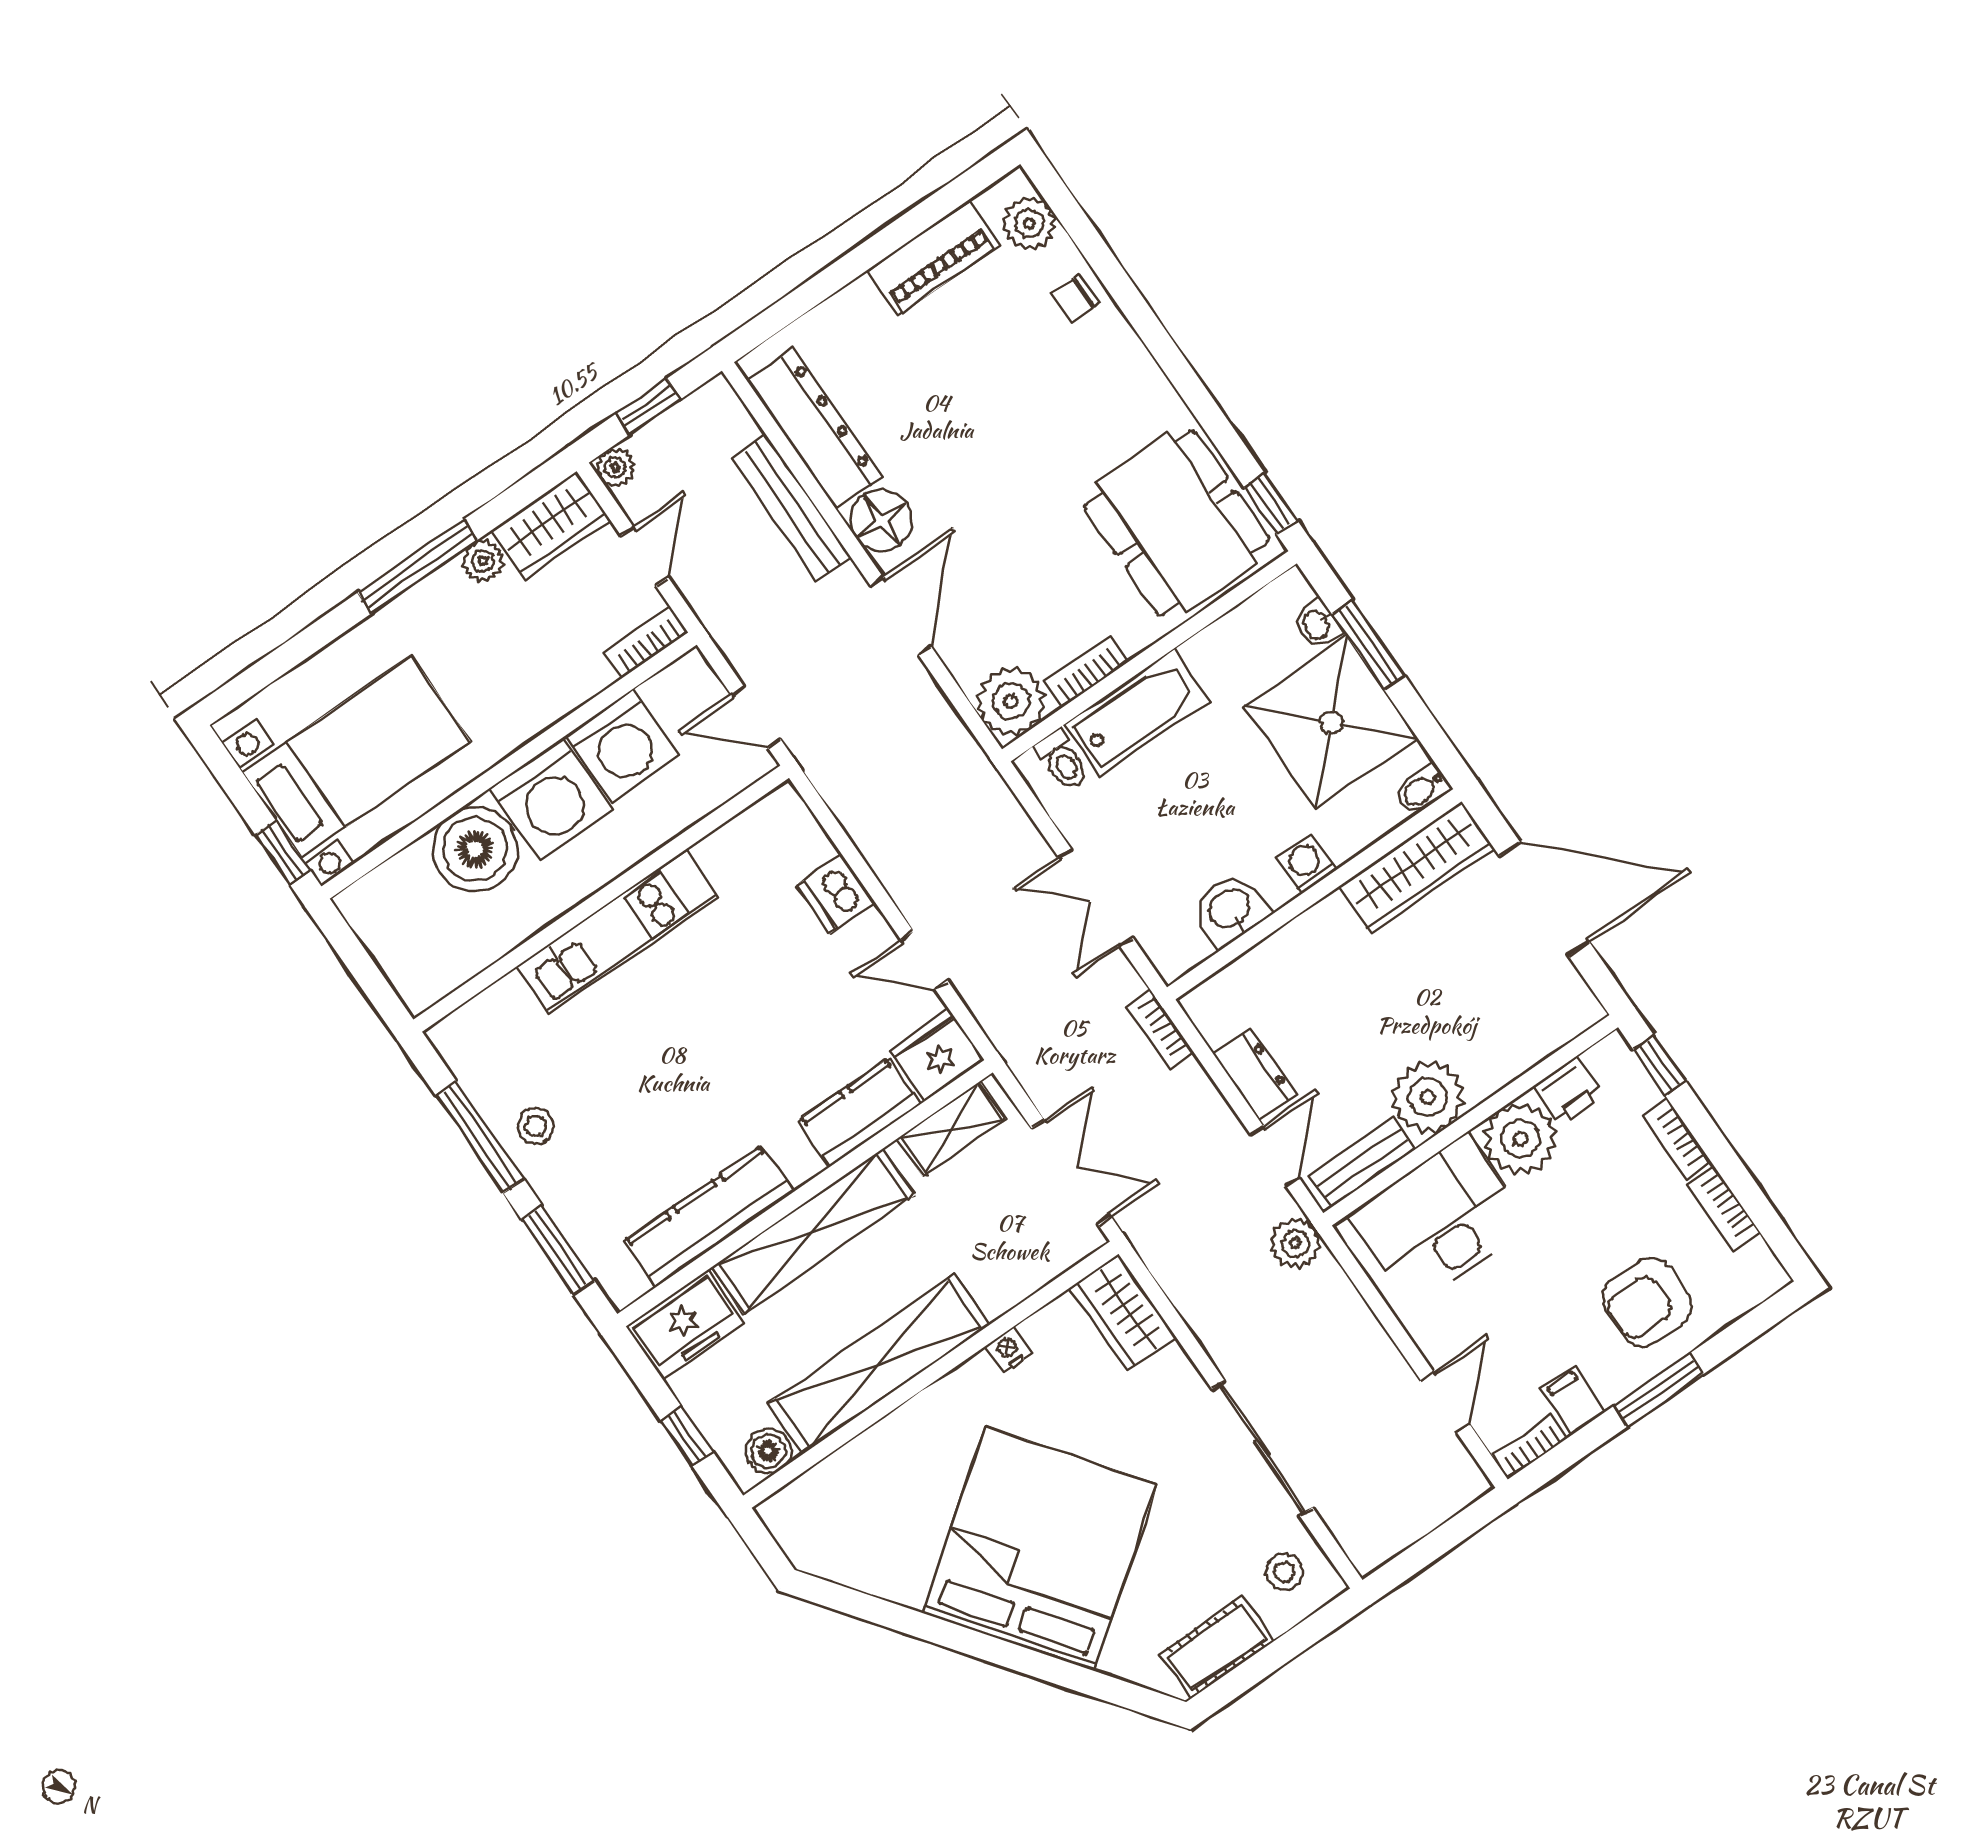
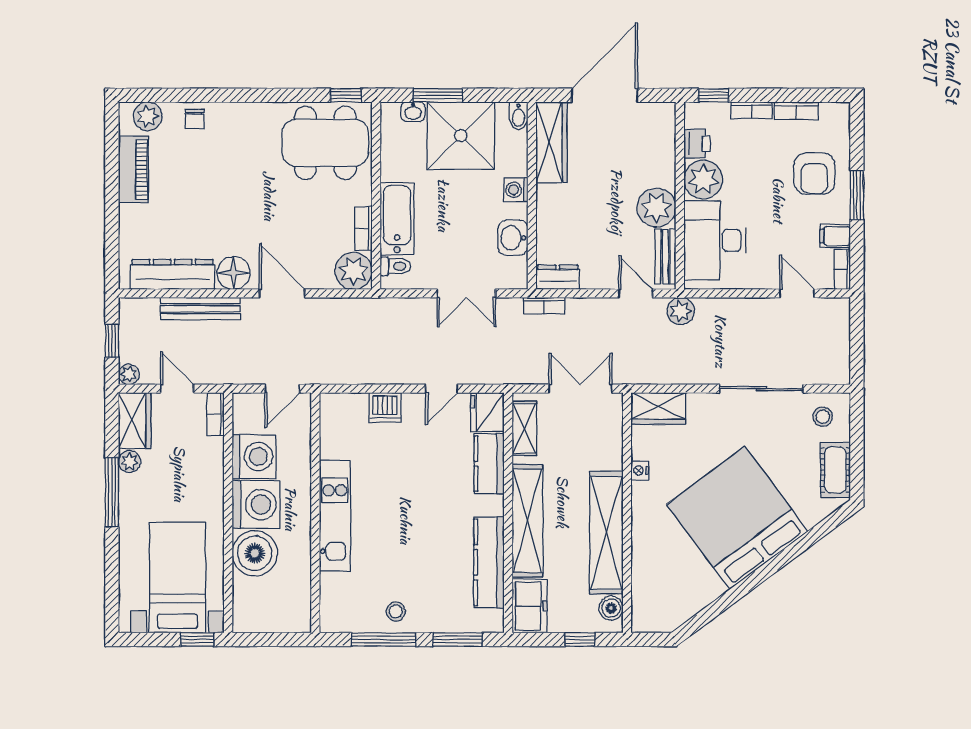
dresser: (1255, 1075) -> (558, 277), moved

